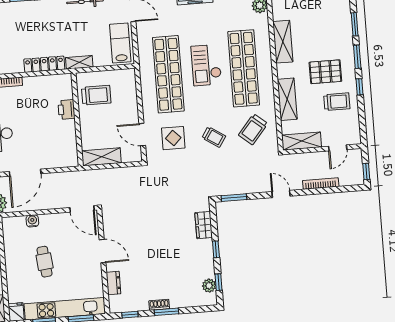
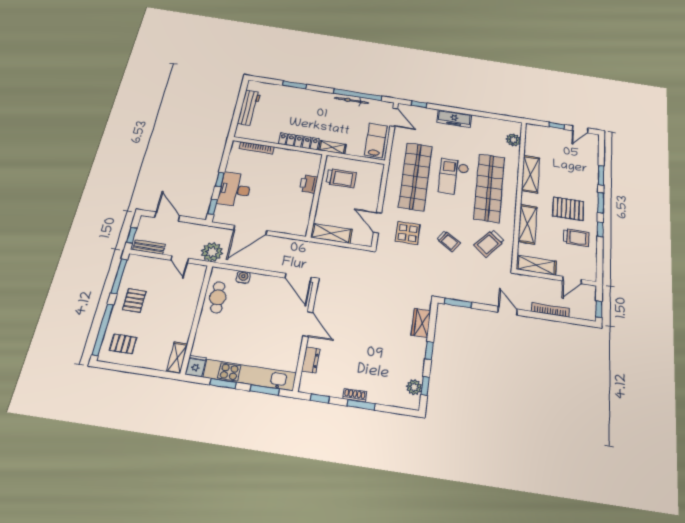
cafe table: (45, 262) -> (218, 297), moved

